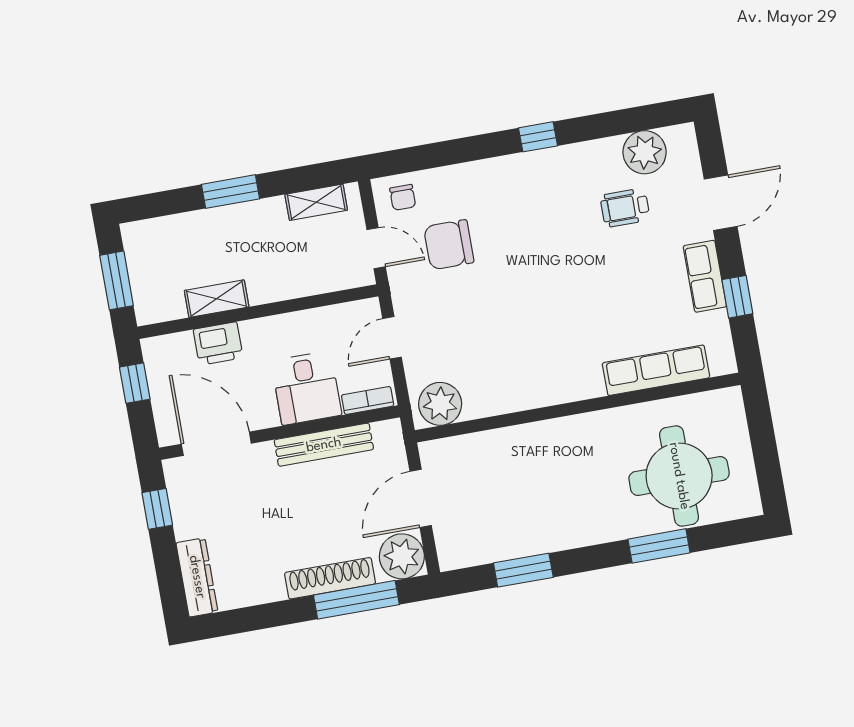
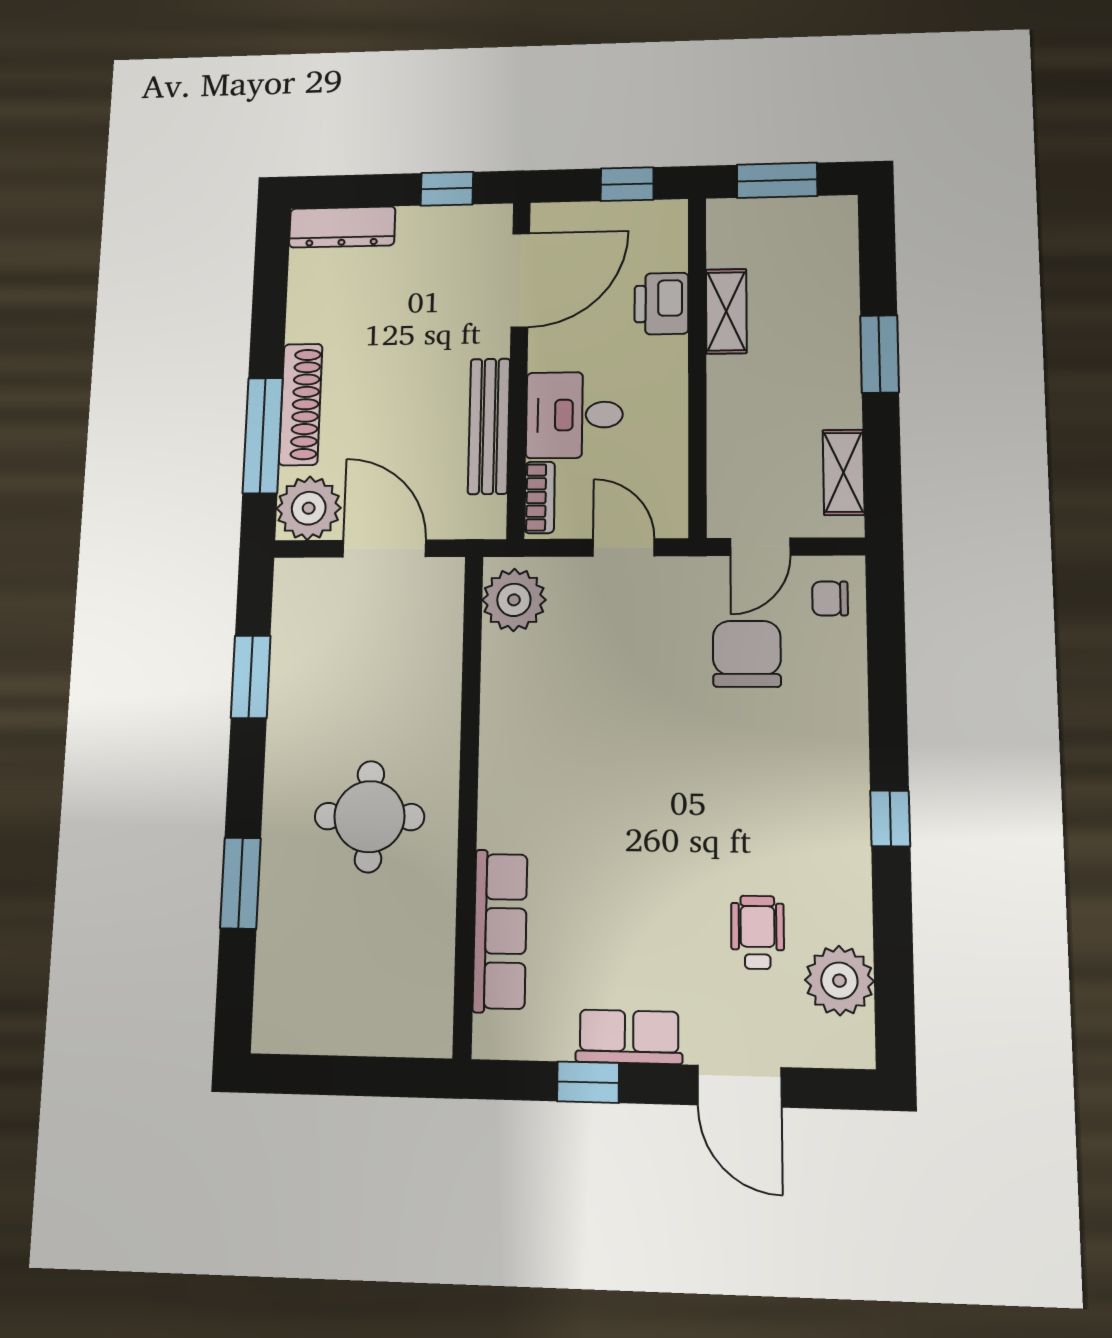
round table: (679, 476) -> (369, 817), moved, width x0.73, depth x0.73

